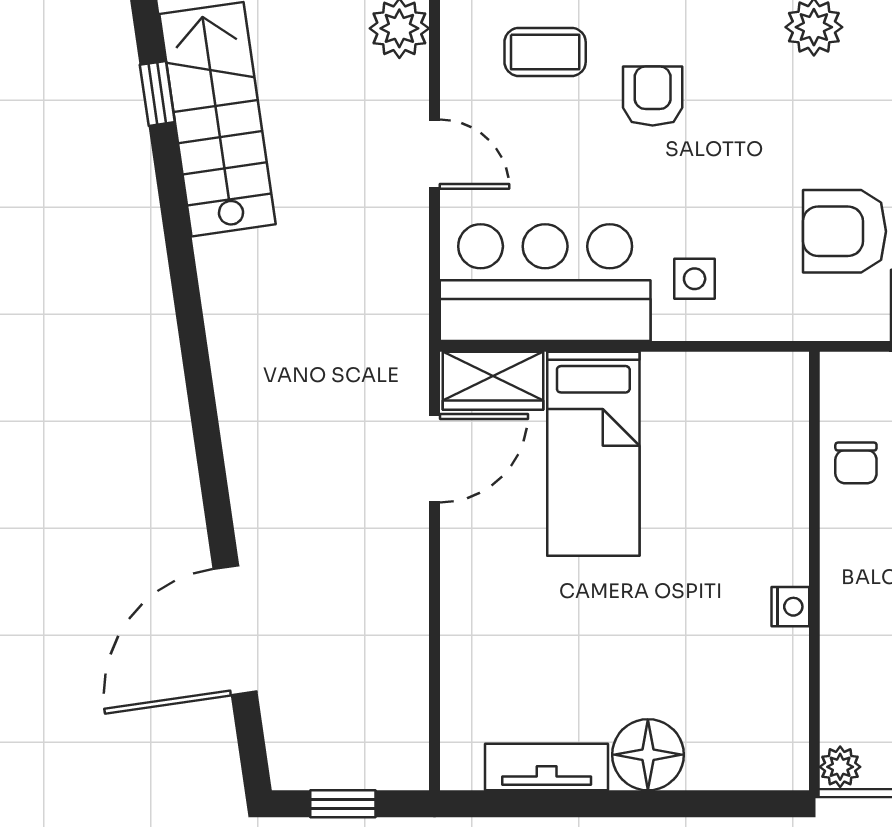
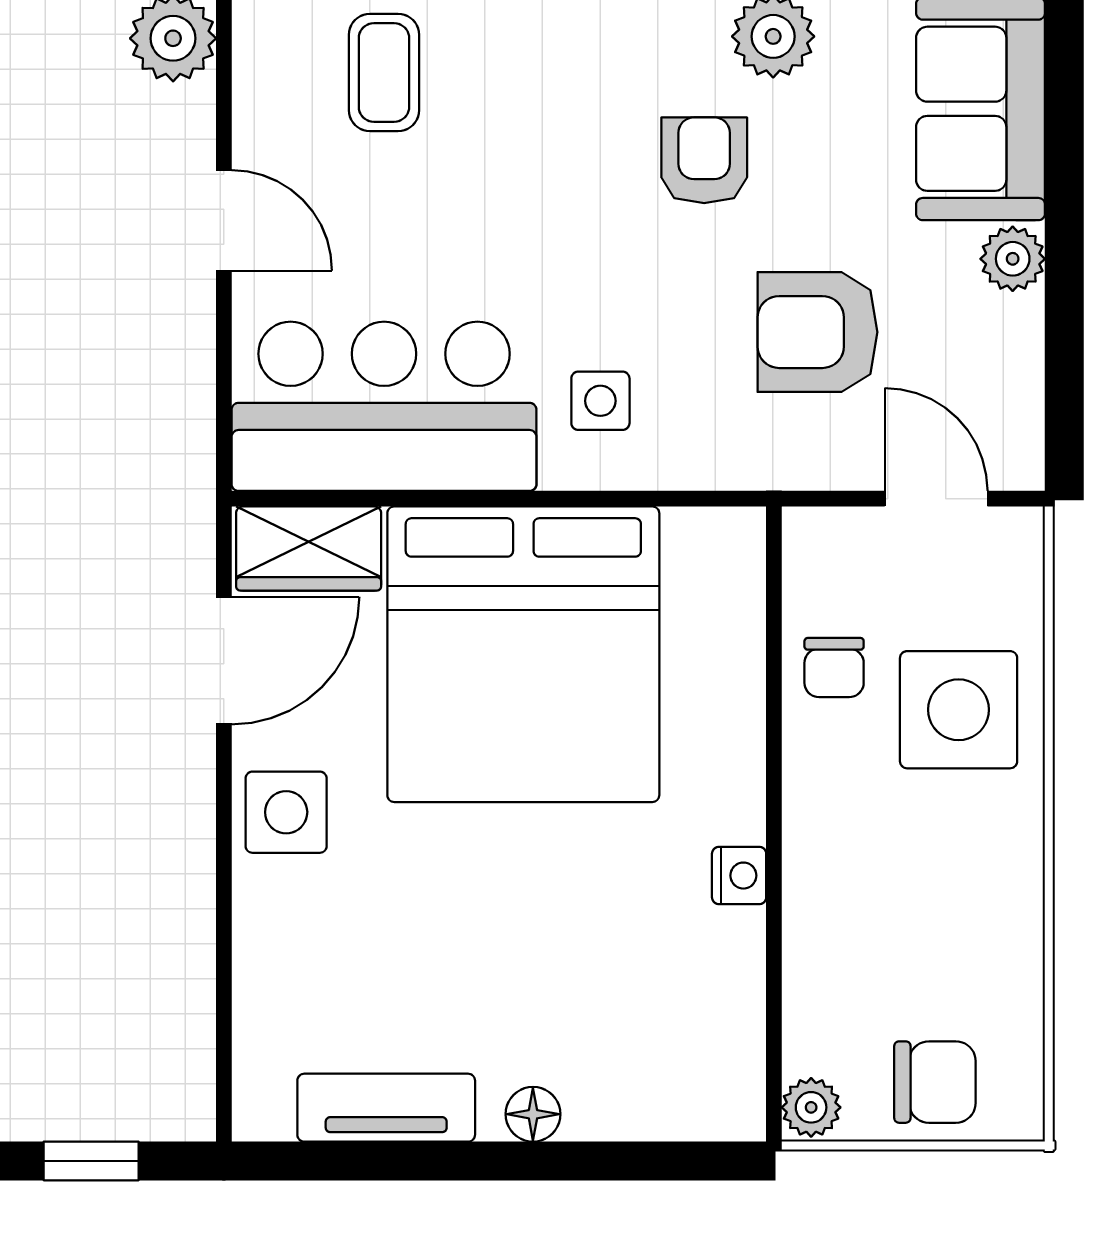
coffee table: (545, 52) -> (384, 72), turned 90
armchair: (653, 96) -> (704, 160), moved
bed: (593, 454) -> (523, 654), width x2.04
side table: (478, 563) -> (286, 812), added
floor lamp: (648, 755) -> (533, 1114), width x0.53, depth x0.53

